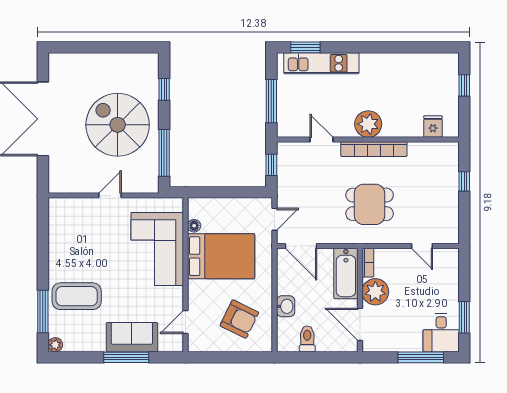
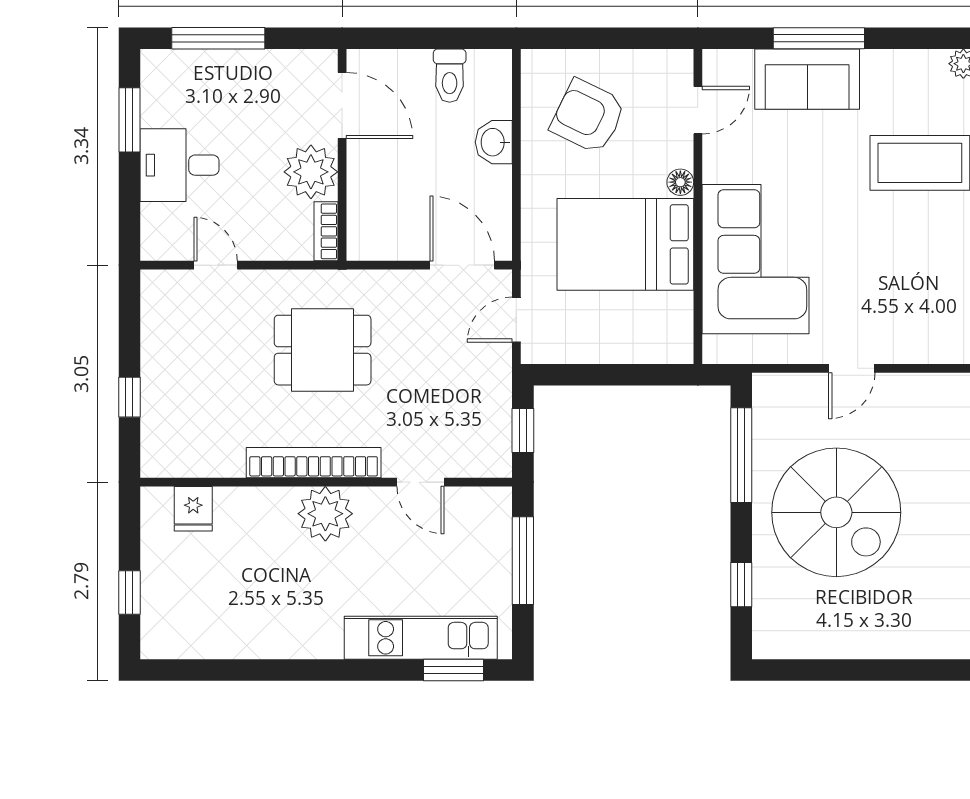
floor lamp: (194, 226) -> (680, 182), moved
bathtub: (346, 273) -> (371, 209), removed
desk: (441, 333) -> (179, 165), moved, turned -90

